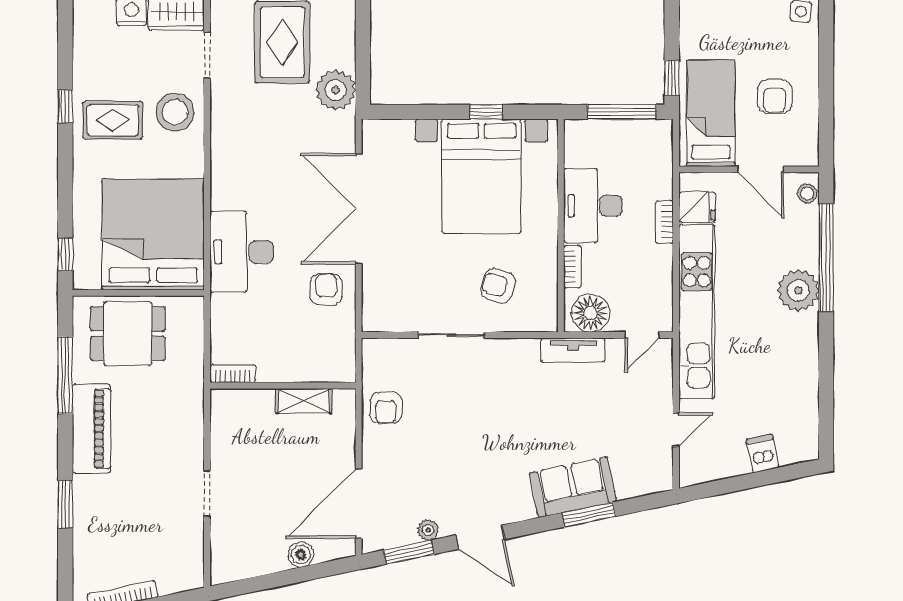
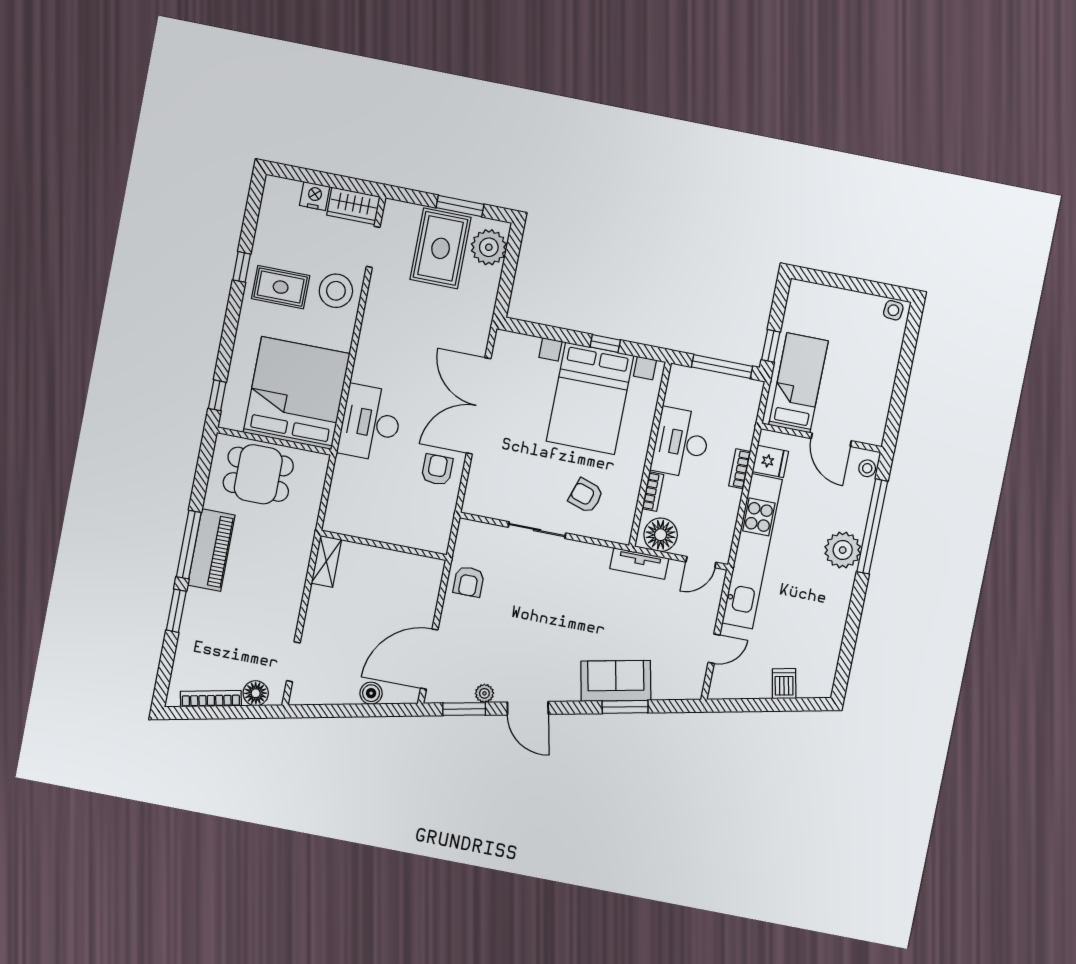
plant: (336, 90) -> (489, 247), moved
armchair: (775, 96) -> (856, 379), removed
bookcase: (233, 374) -> (342, 527), removed
window: (65, 375) -> (189, 545), moved
shelving: (304, 401) -> (326, 561), moved, turned 90
doorway: (207, 493) -> (293, 662), moved
floor lamp: (172, 580) -> (256, 693), added

